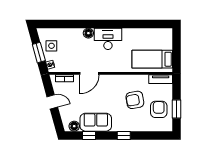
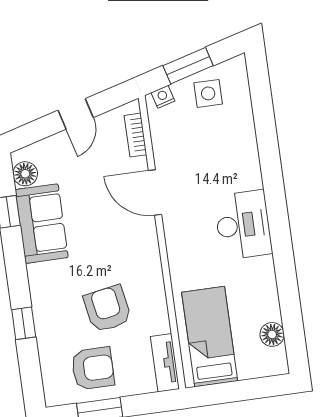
floor lamp: (88, 33) -> (272, 334), moved
window: (124, 135) -> (24, 323), moved

